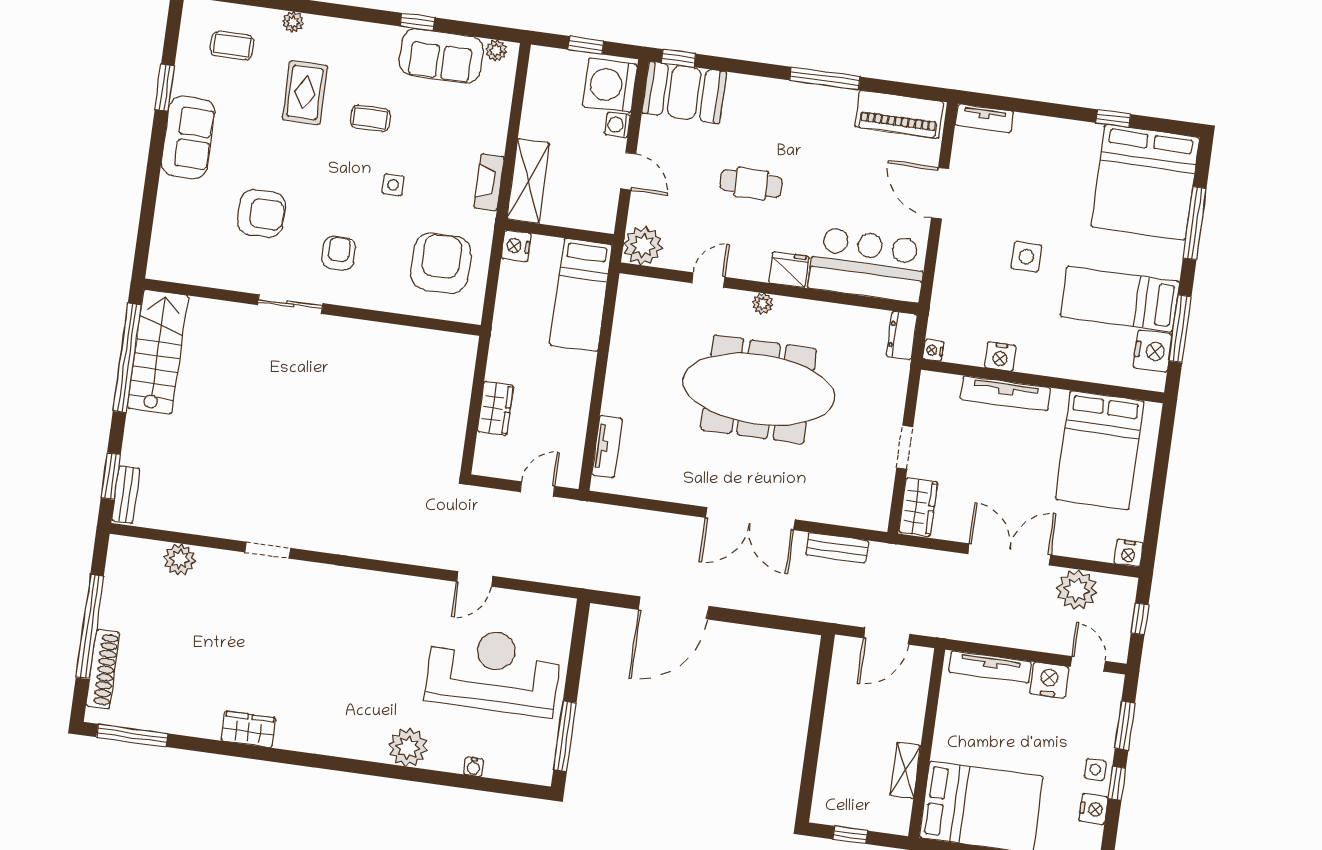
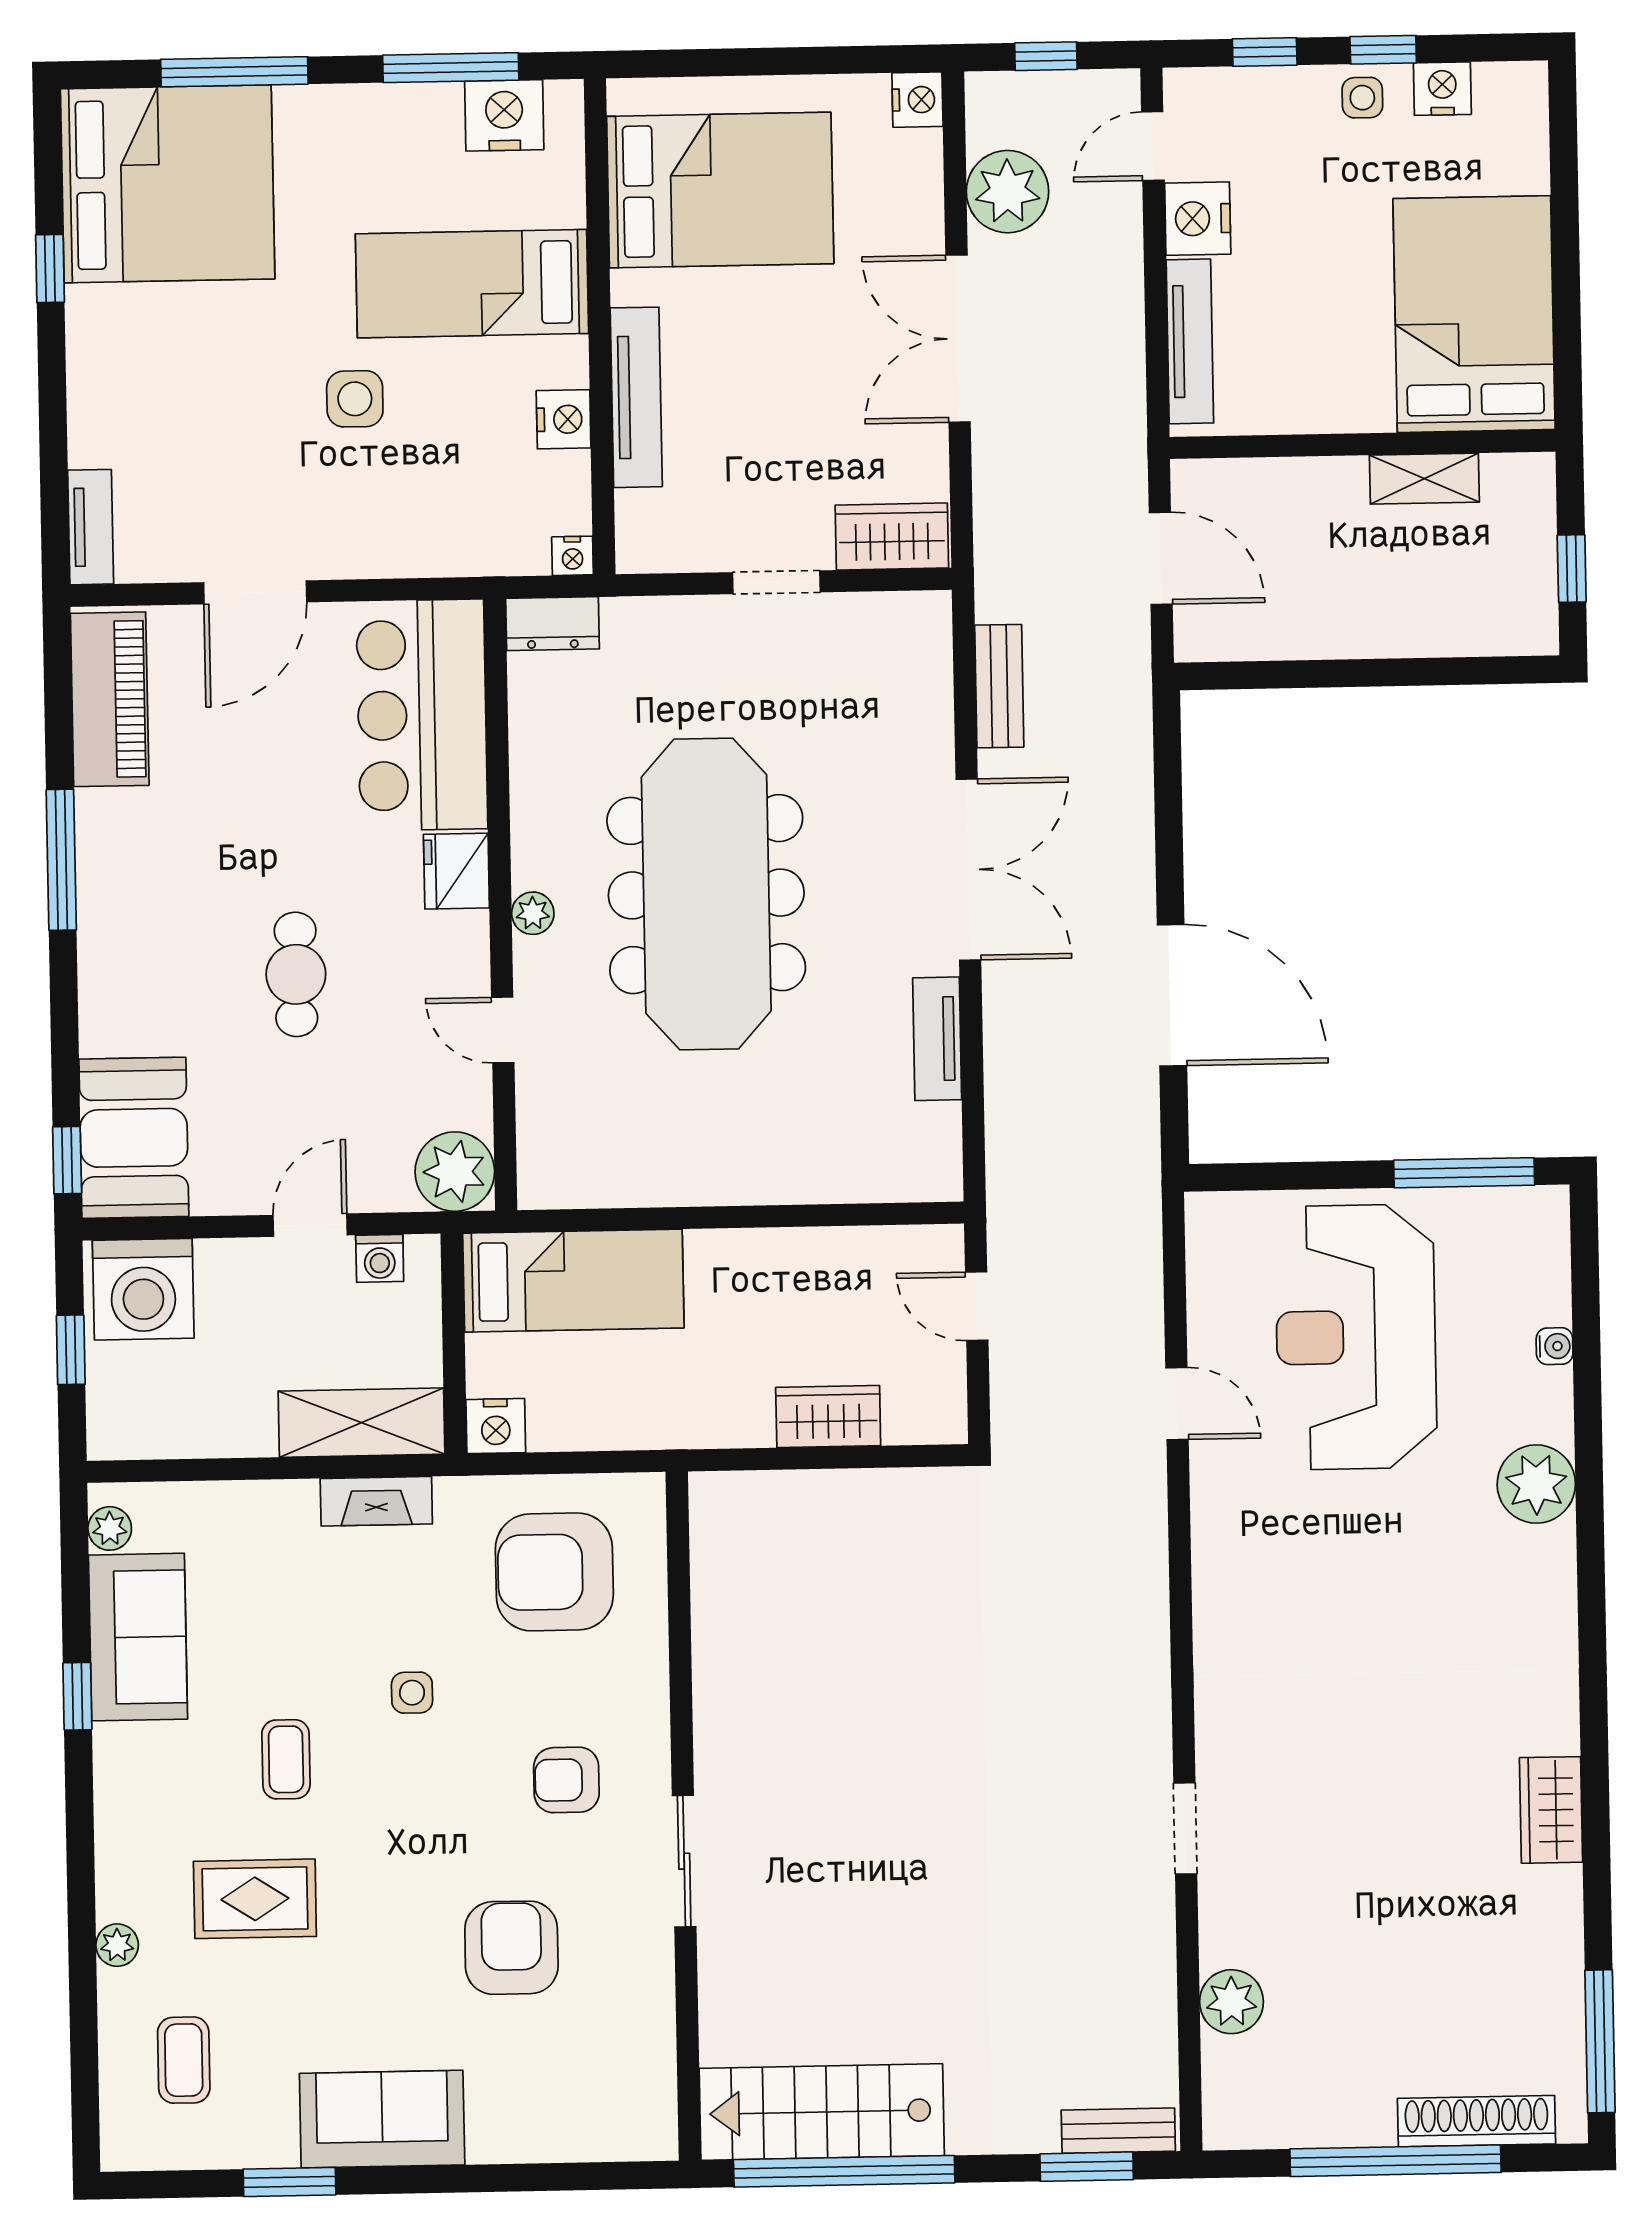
washing machine: (617, 125) -> (380, 1258), moved
bed: (1120, 299) -> (472, 284), moved, turned 90
tv unit: (607, 446) -> (937, 1039), moved, turned -90
window: (1125, 726) -> (1265, 52), width x0.67

